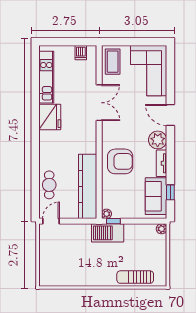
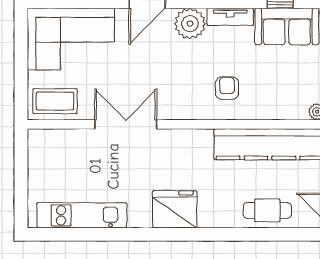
dishwasher: (81, 53) -> (40, 156), removed
fridge: (50, 117) -> (175, 209), moved
armchair: (120, 161) -> (227, 88), width x0.53, depth x0.53

